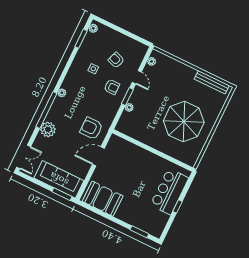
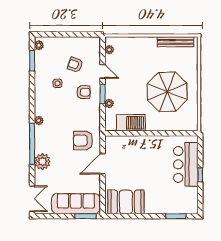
barbecue: (140, 133) -> (131, 123), added

